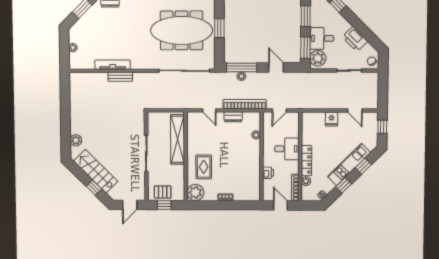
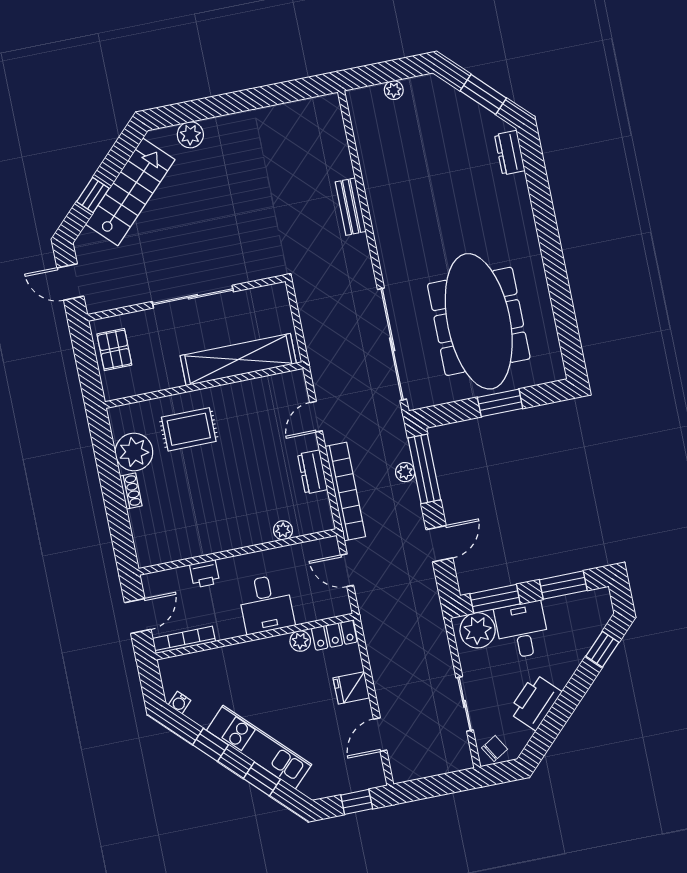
tv unit: (113, 65) -> (374, 185), removed
locker: (306, 161) -> (334, 635), moved, width x0.66
plant: (306, 181) -> (300, 641), moved
plant: (195, 193) -> (134, 452), moved
window: (164, 205) -> (86, 359), removed

